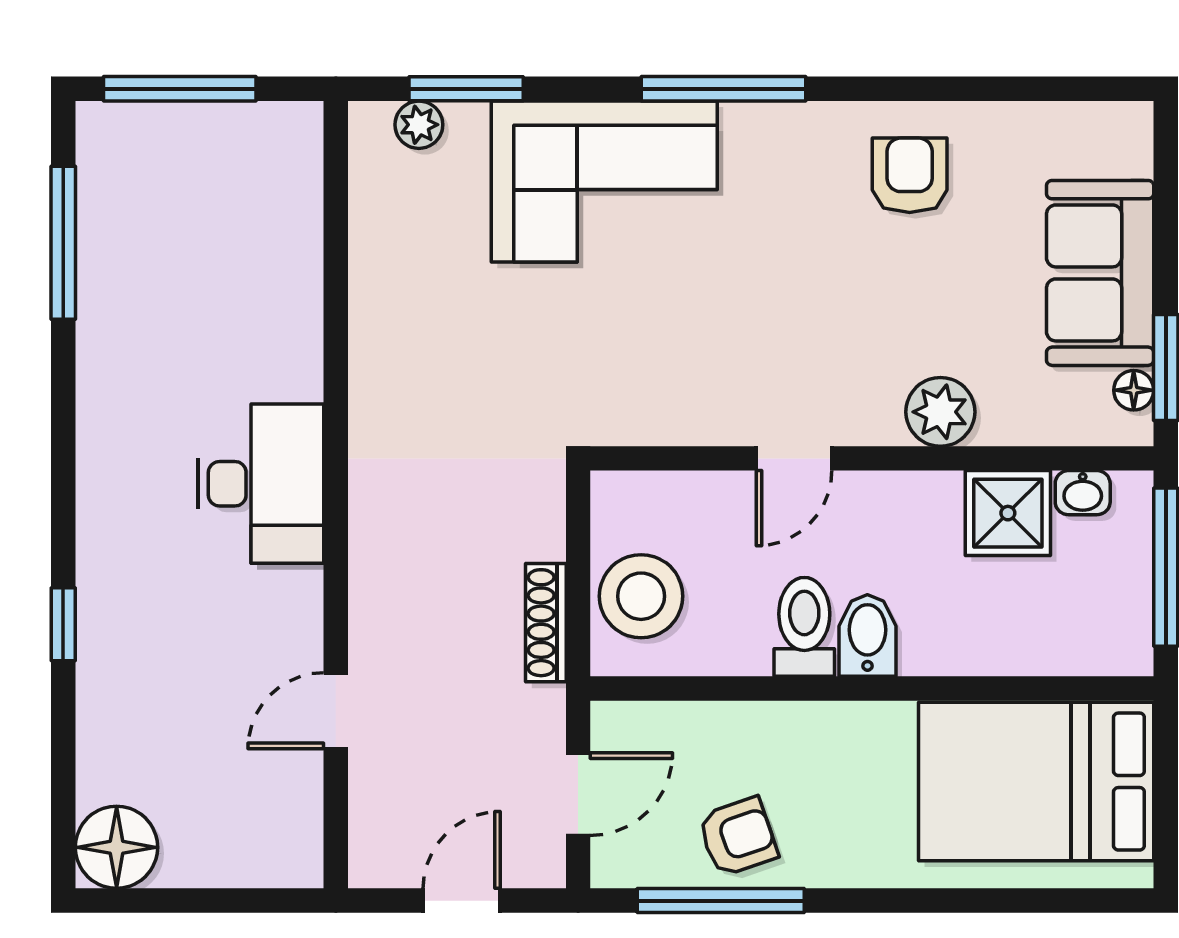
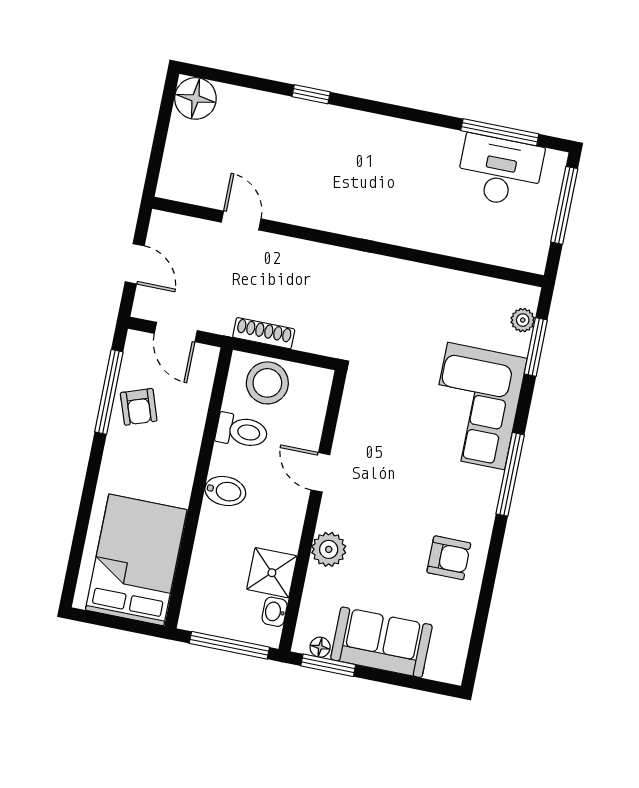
desk: (261, 484) -> (500, 171), moved, turned 180
toilet: (804, 627) -> (242, 431), moved

